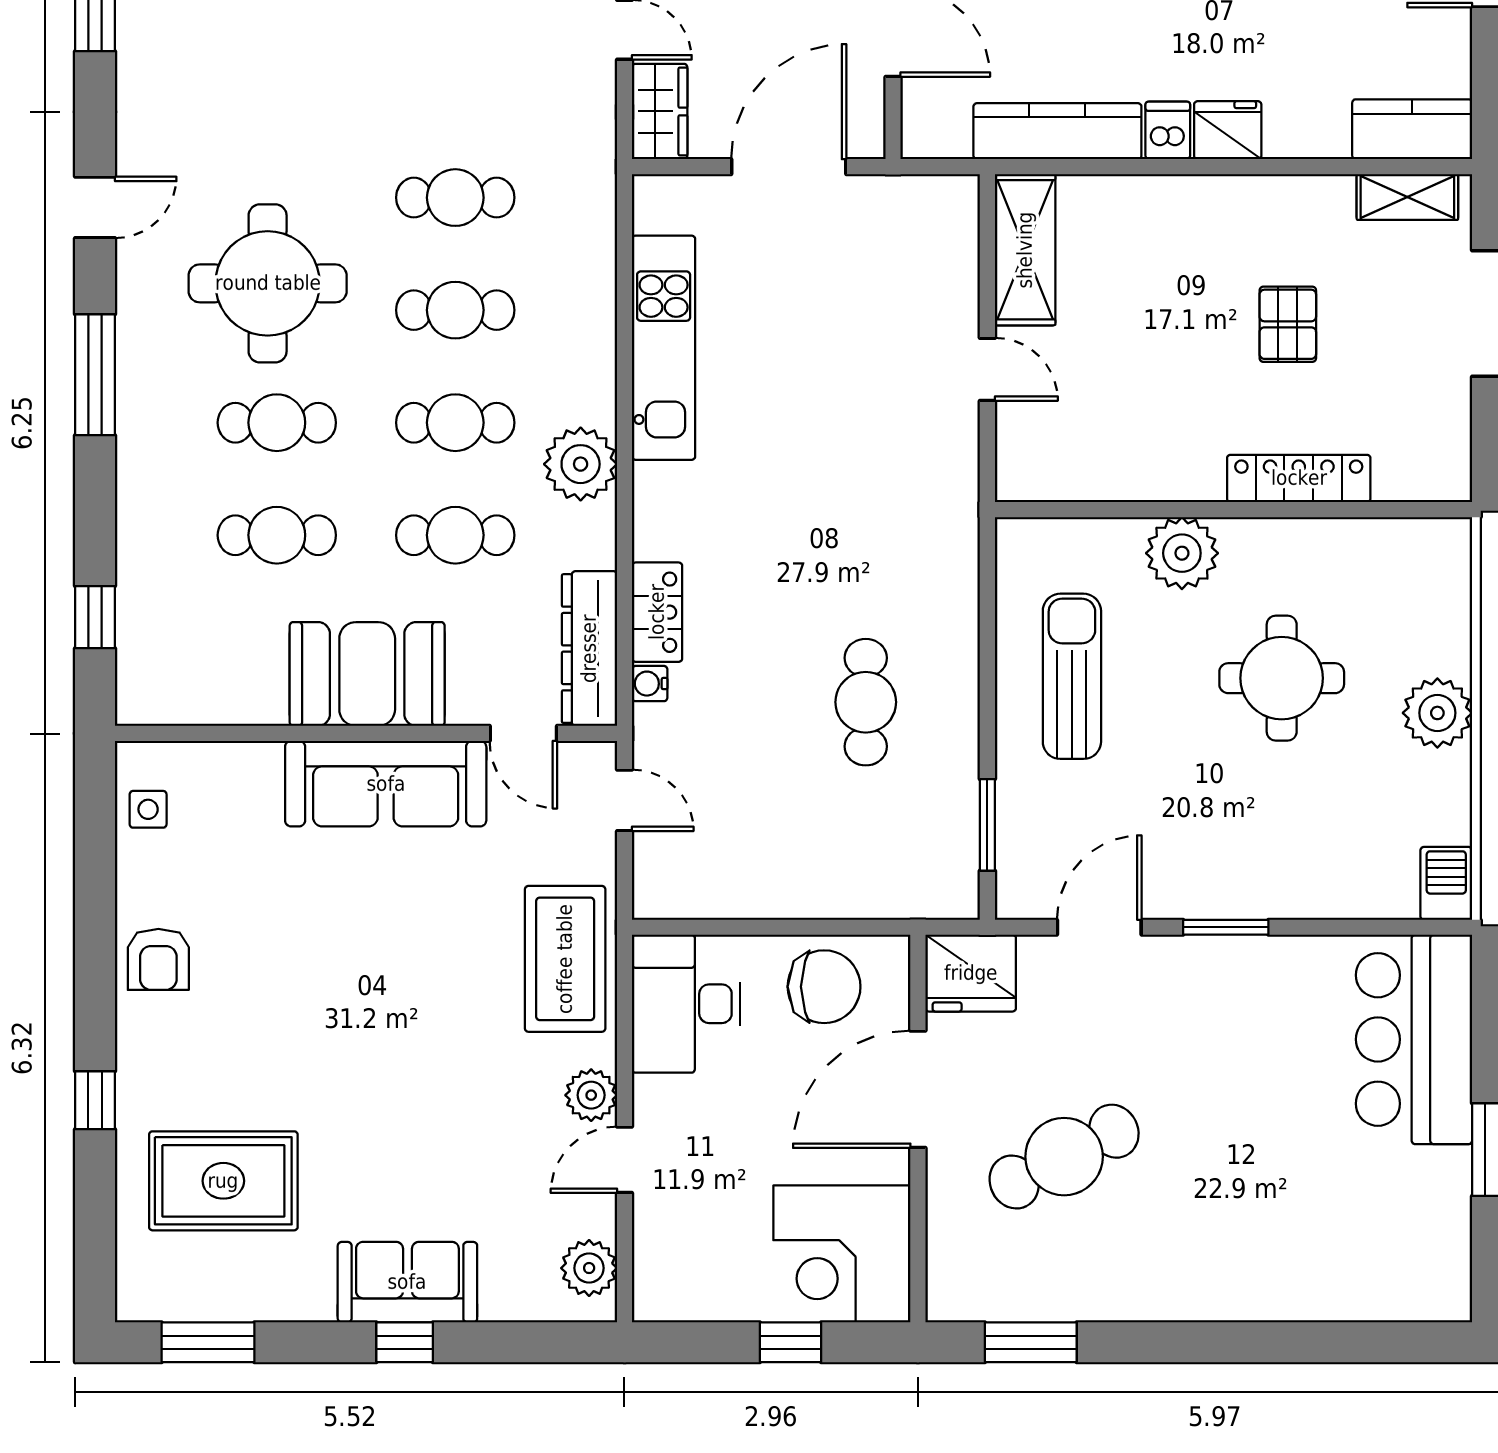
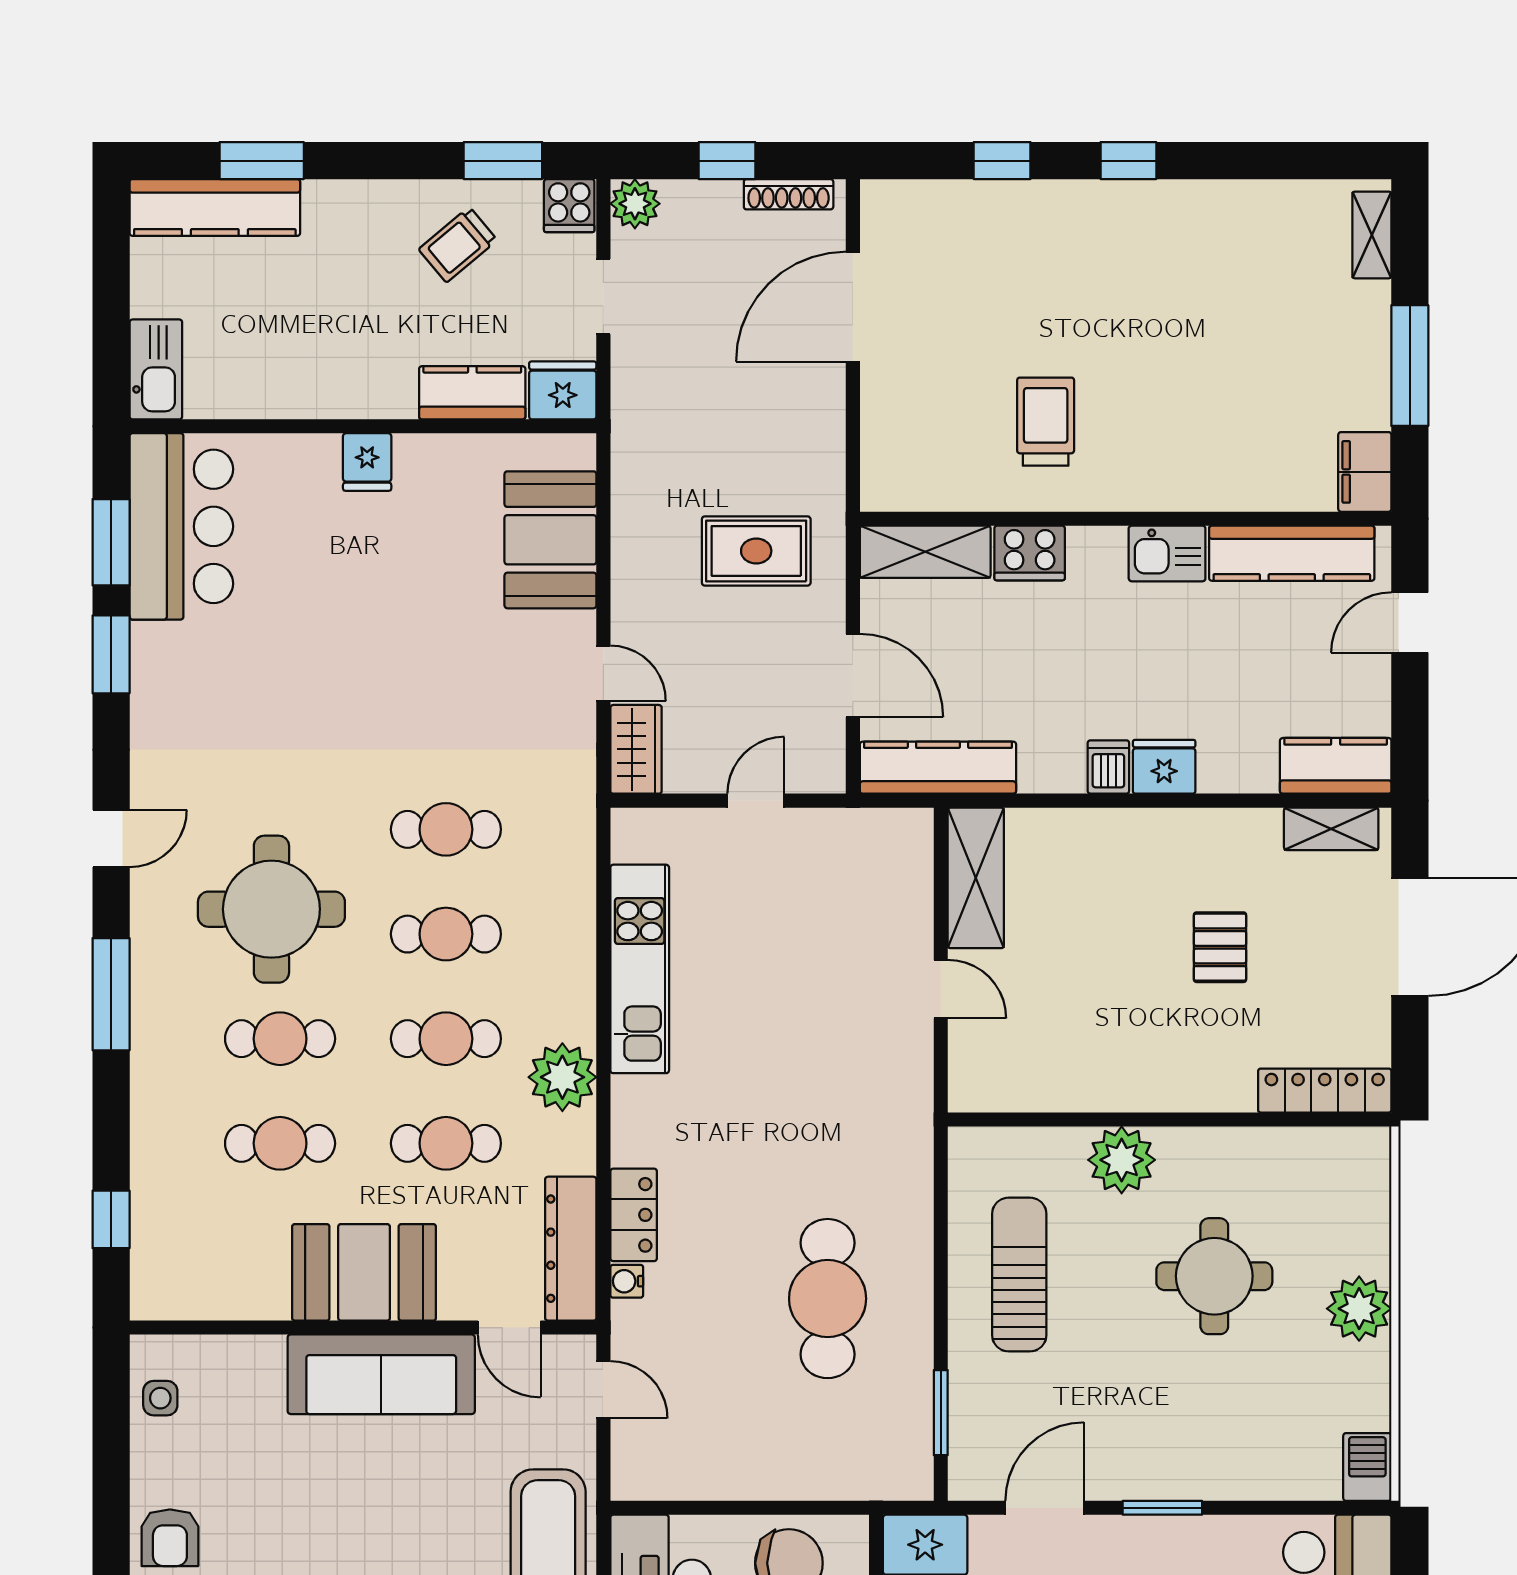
kitchen counter: (1057, 131) -> (938, 768), moved
door: (789, 167) -> (756, 801), width x0.53
locker: (1299, 478) -> (1325, 1091), moved
cafe table: (866, 702) -> (828, 1299), width x1.37, depth x1.35

